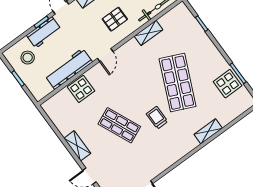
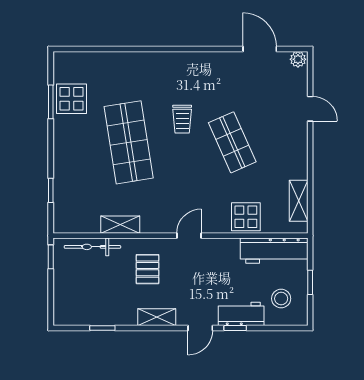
pallet: (115, 19) -> (148, 269), turned 90
workbench: (69, 69) -> (274, 251), moved
shop shelf: (178, 83) -> (129, 142), turned -33
shelving: (208, 131) -> (134, 60), removed
shelving: (77, 146) -> (299, 201), moved

